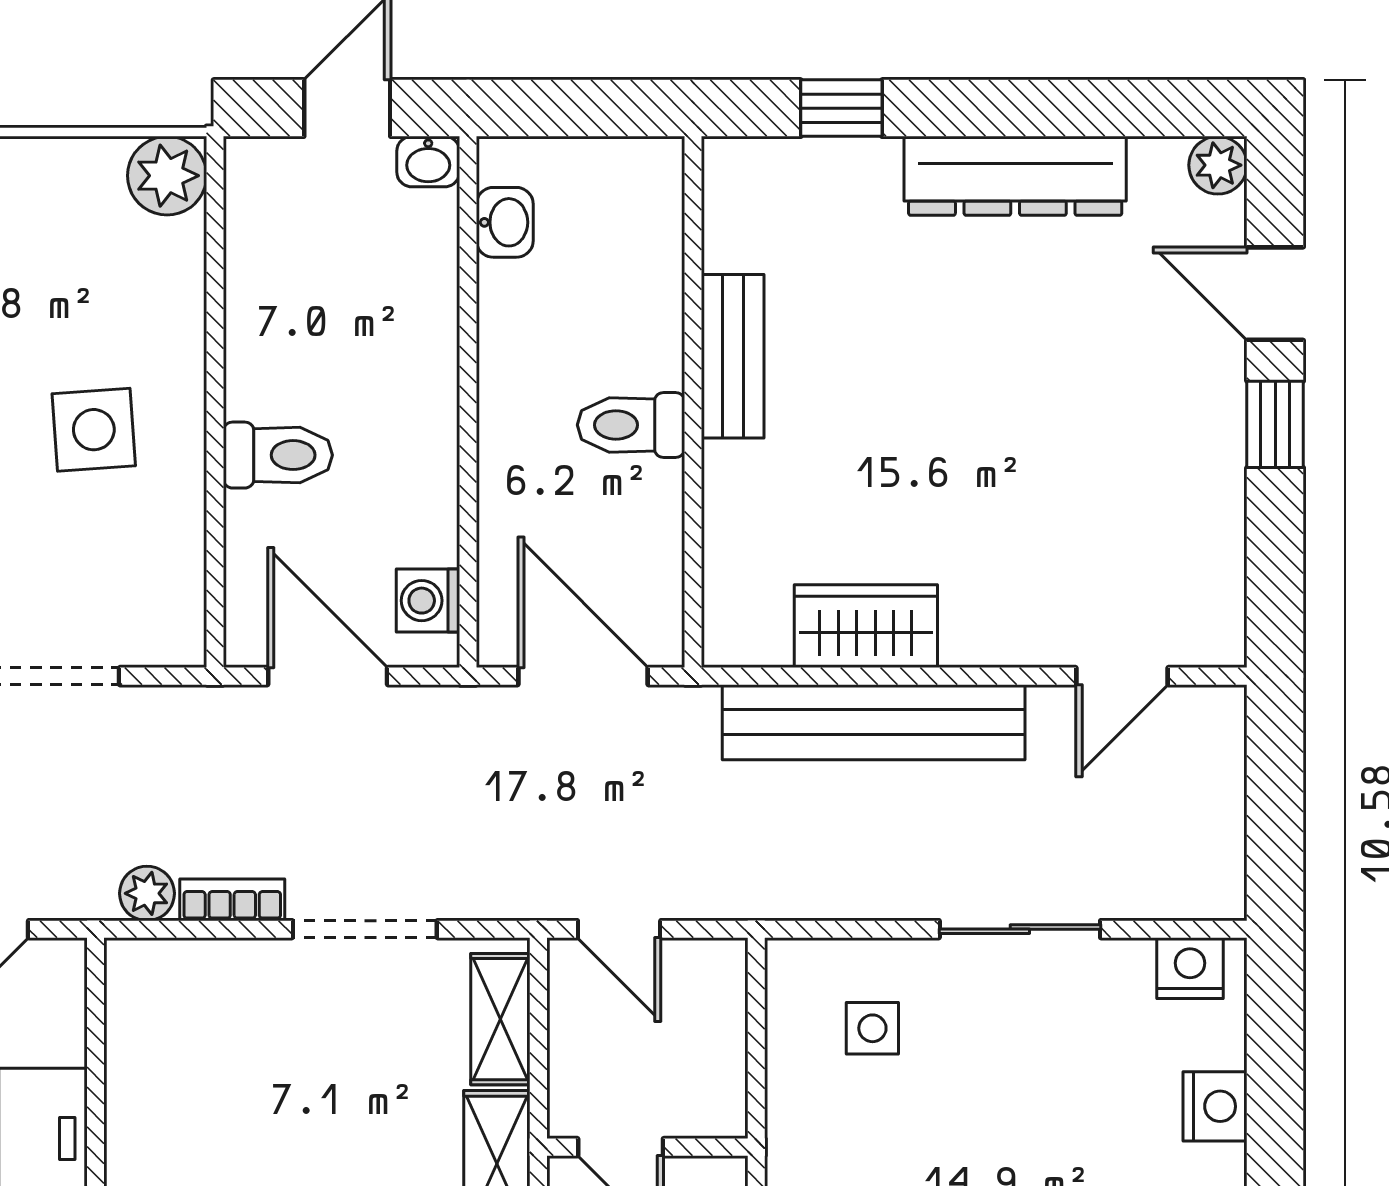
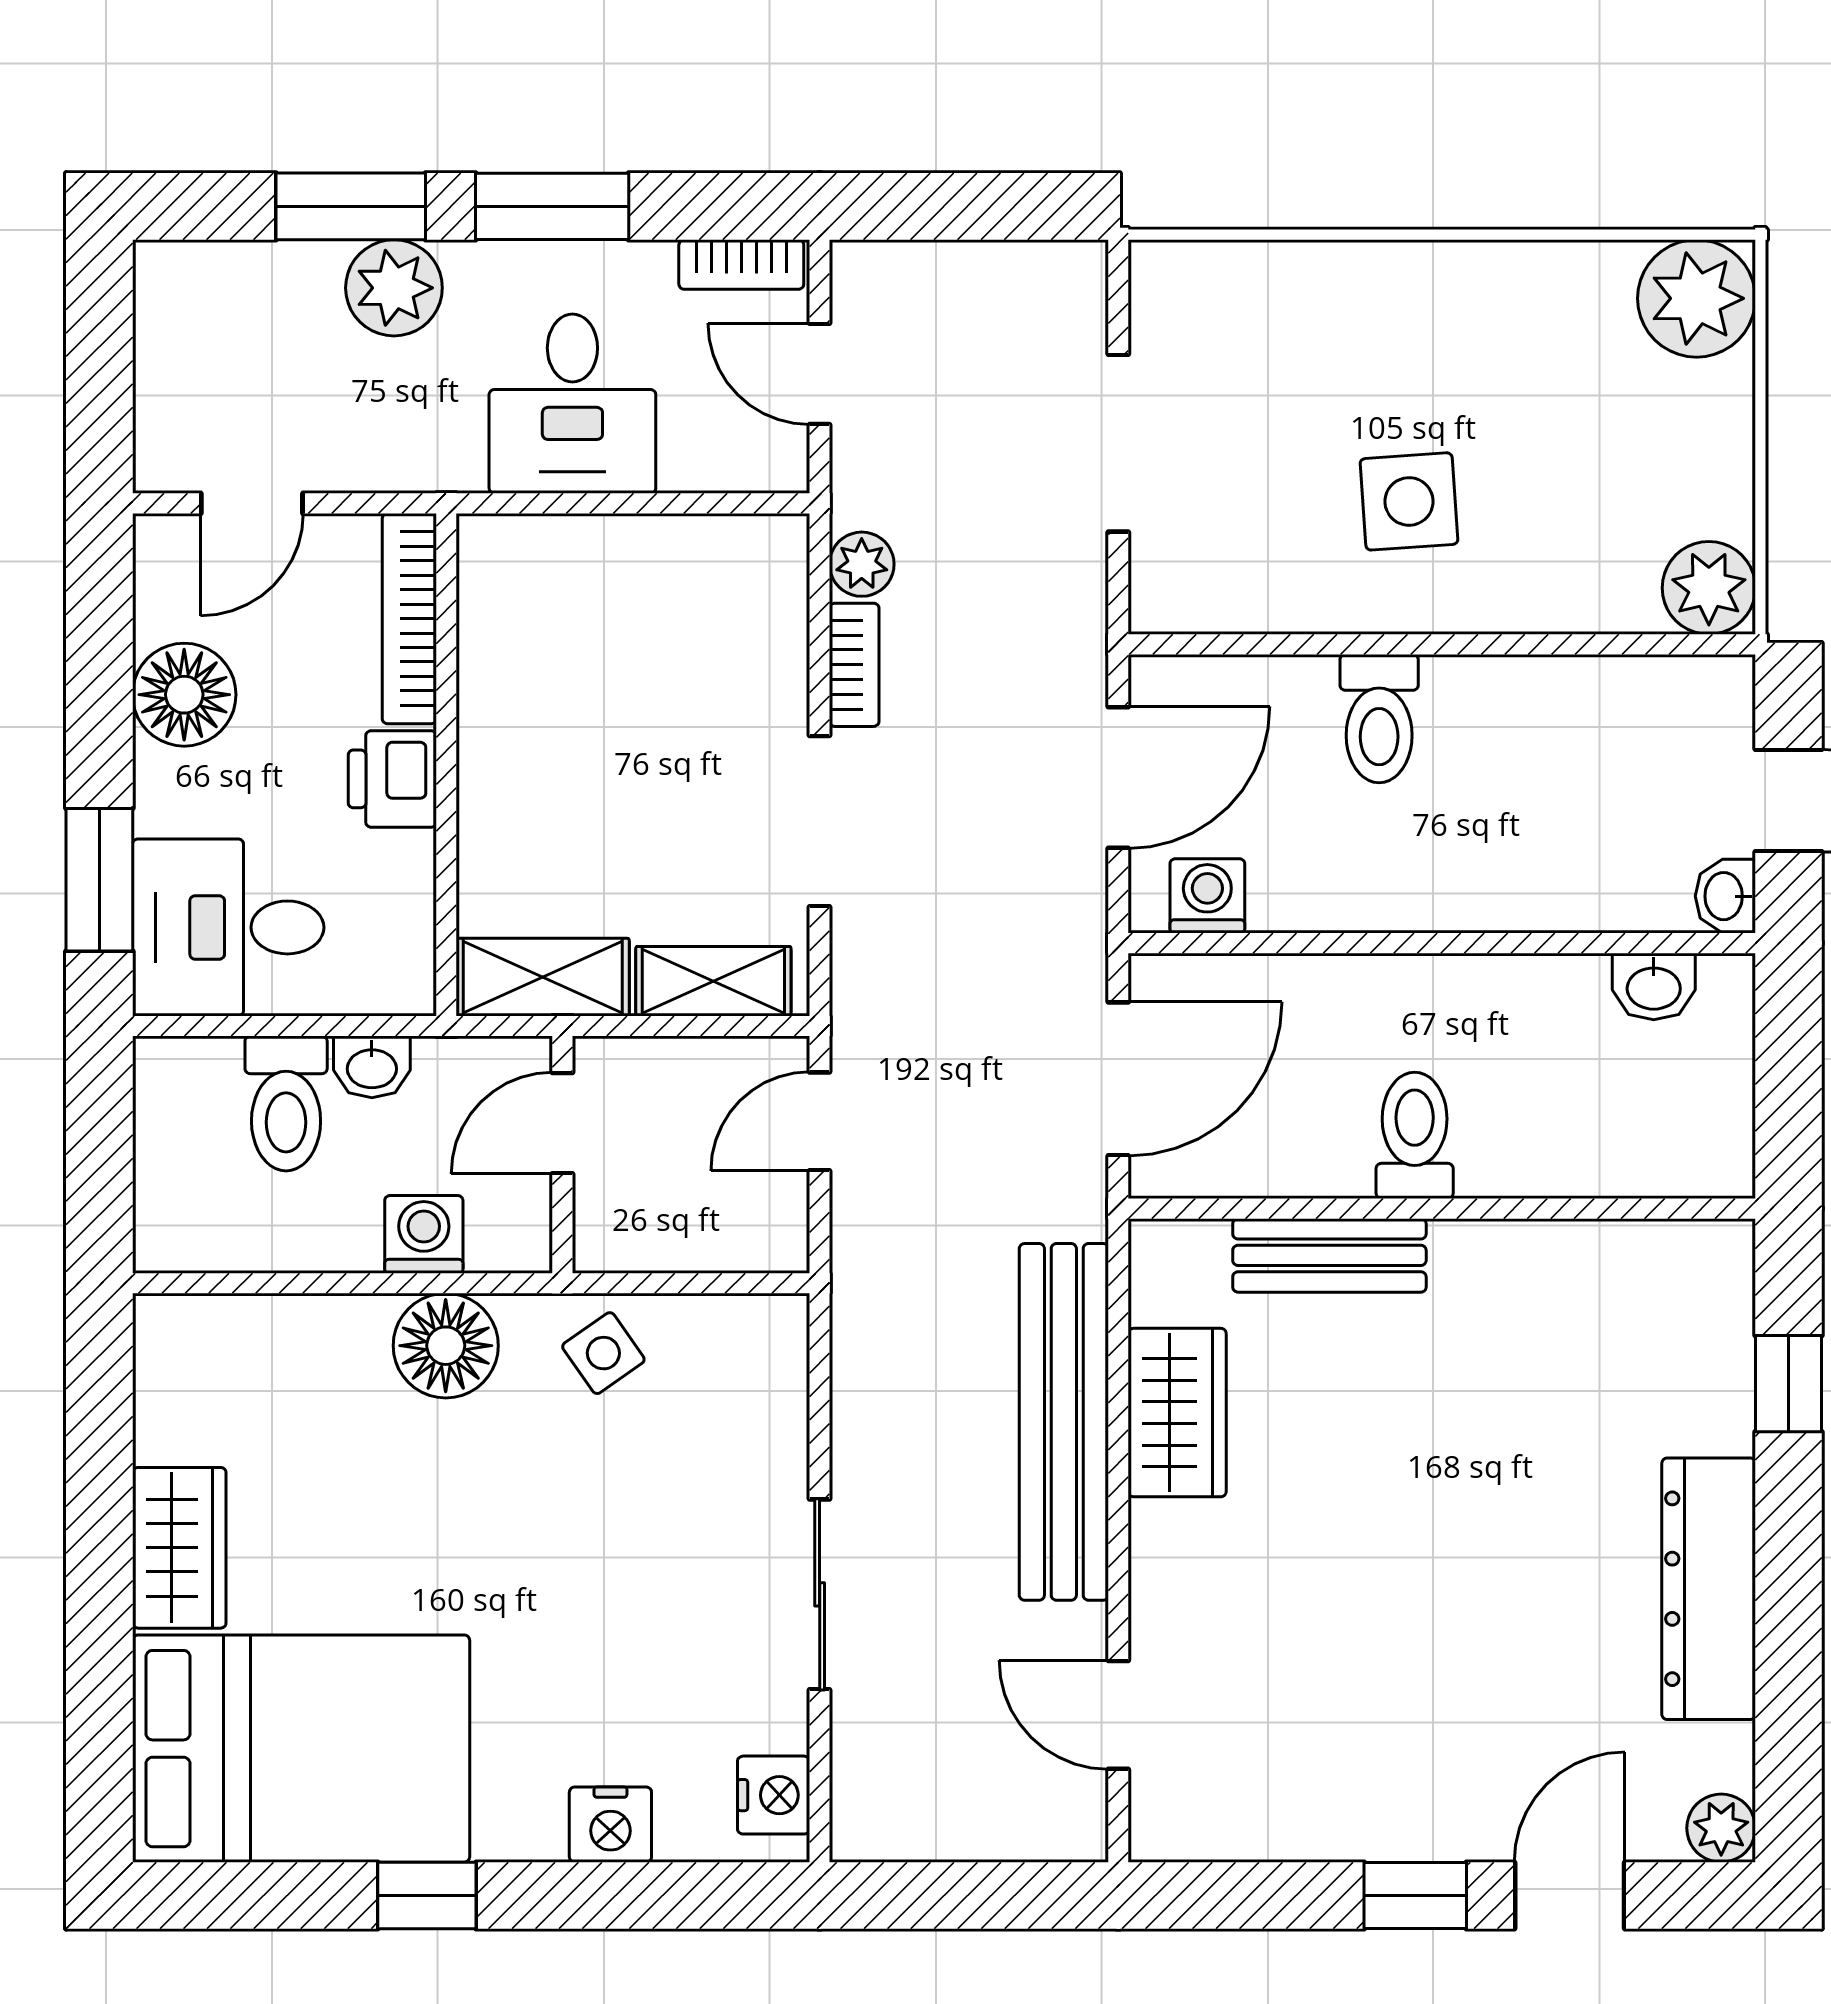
bench: (733, 356) -> (1329, 1255), moved
side table: (872, 1028) -> (603, 1353), moved, turned -35

